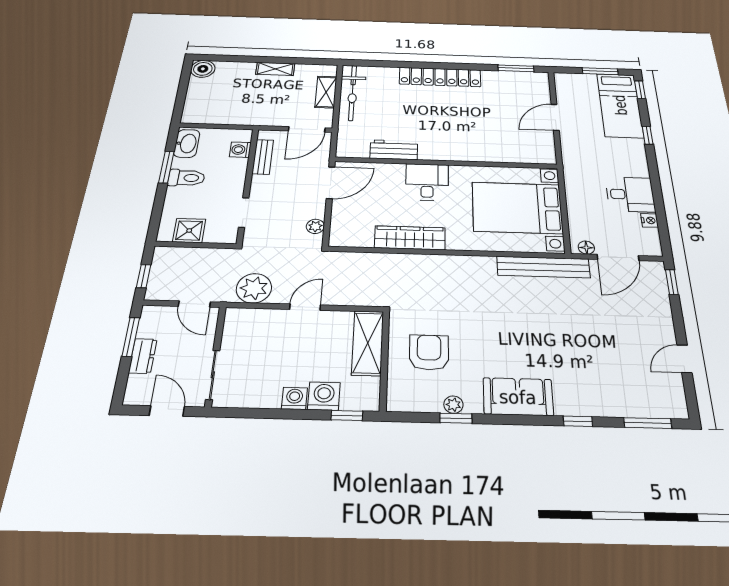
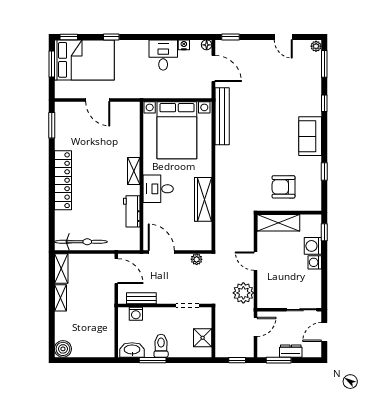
shelving: (326, 92) -> (61, 269), moved, turned 90
bed: (620, 105) -> (84, 60), width x1.50
shelving: (454, 154) -> (134, 171), added
floor lamp: (586, 248) -> (207, 45), moved
plant: (453, 405) -> (316, 46), moved

